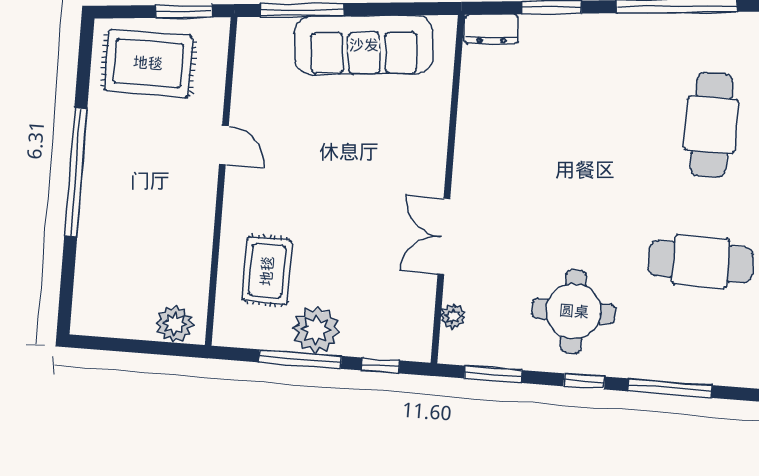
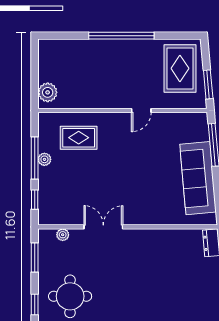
plant: (316, 330) -> (44, 159), width x0.53, depth x0.53

